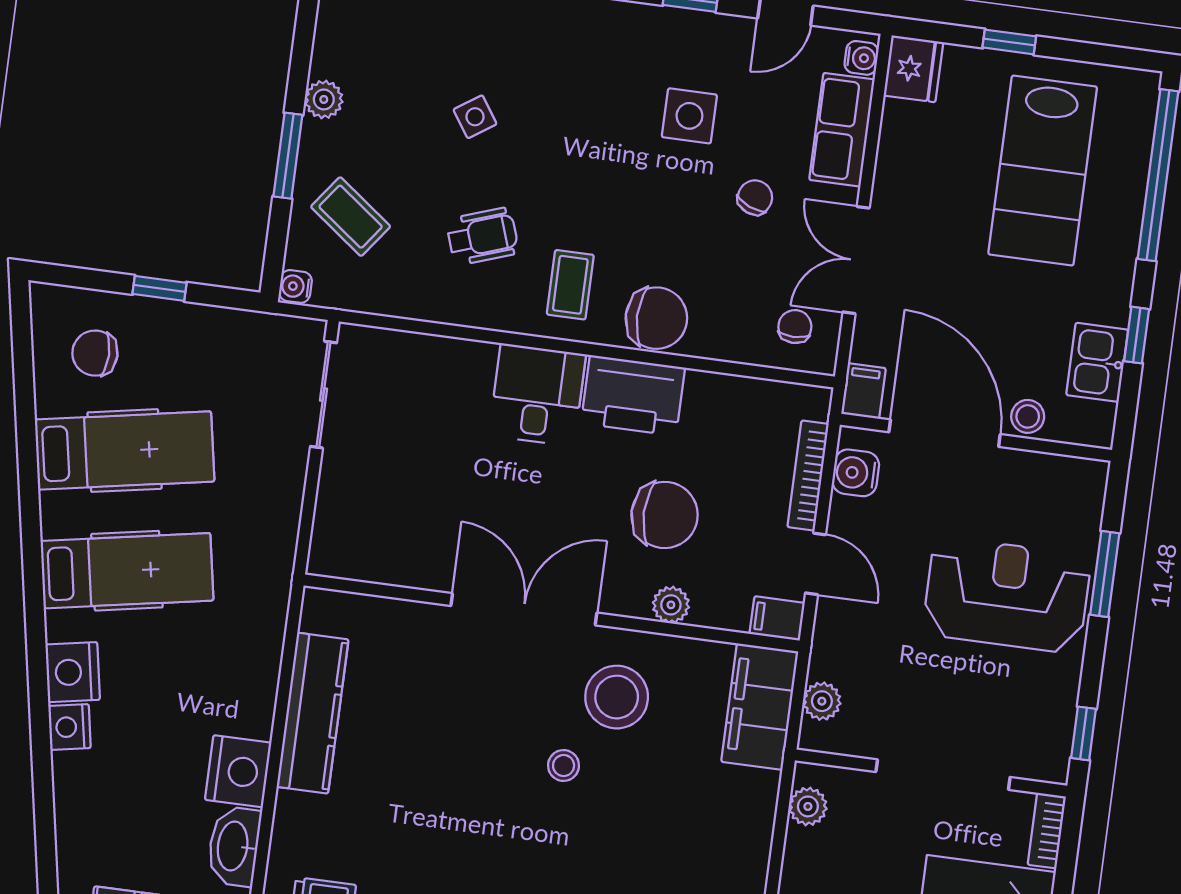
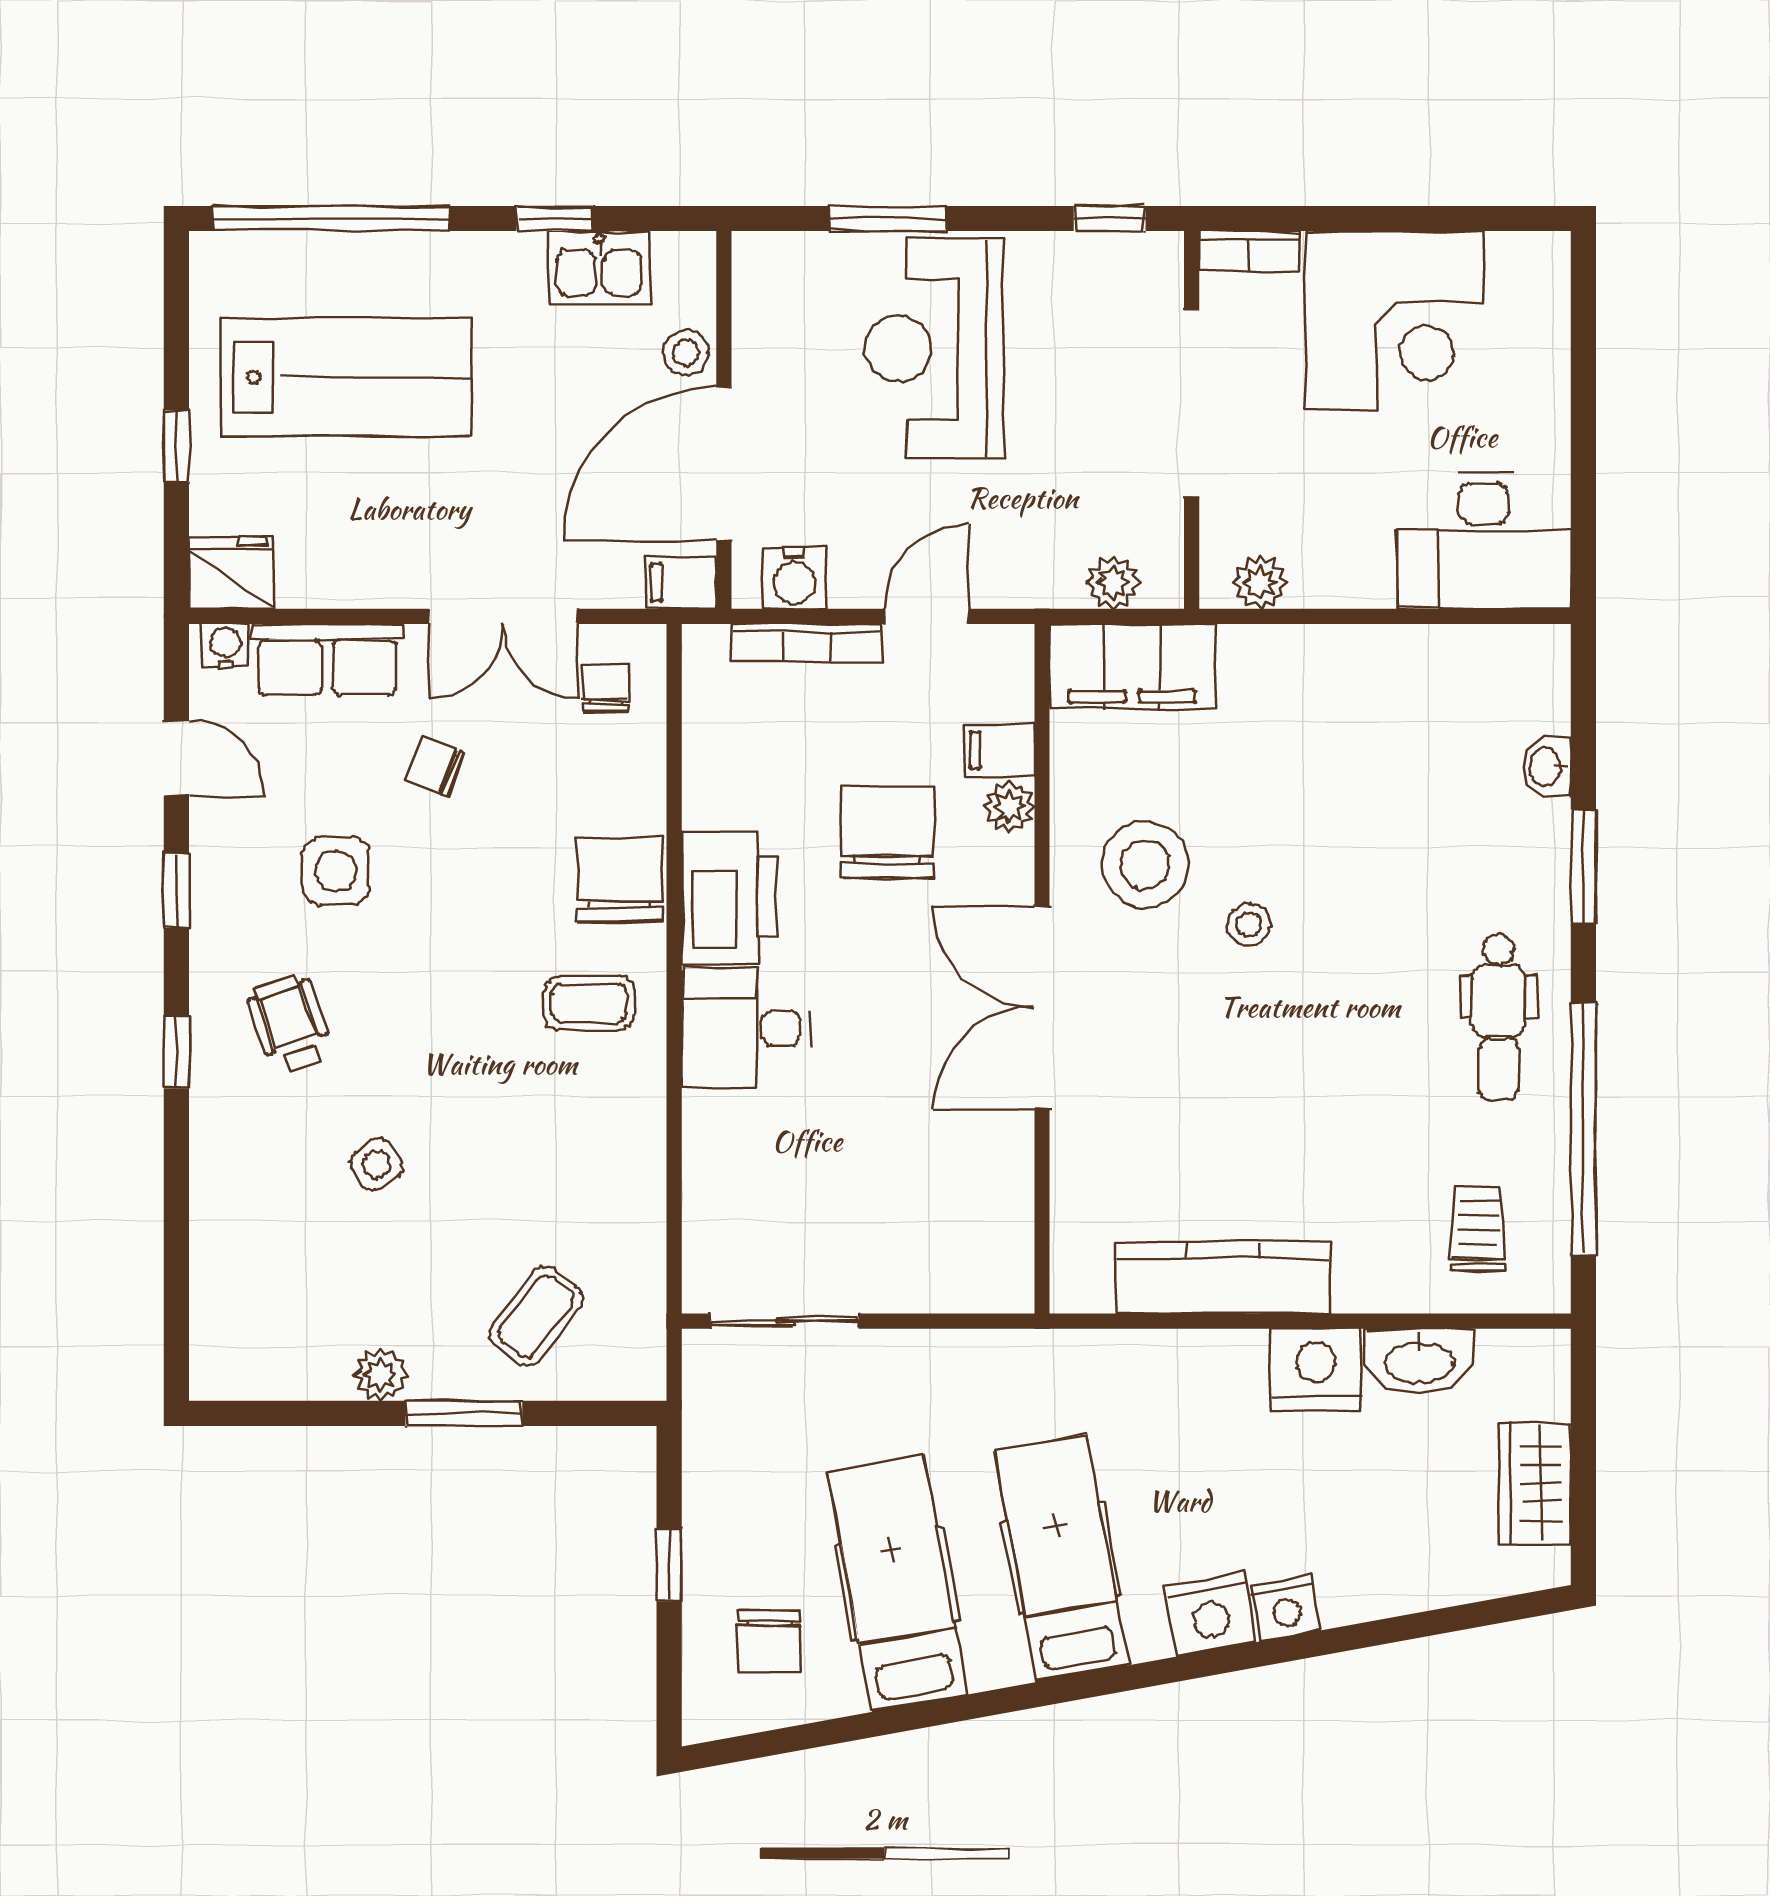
wheelchair: (482, 236) -> (290, 1024), moved
water cooler: (295, 286) -> (642, 1379), removed
chair: (795, 327) -> (605, 688), turned 90
filing cabinet: (777, 618) -> (999, 750), moved, turned 90

